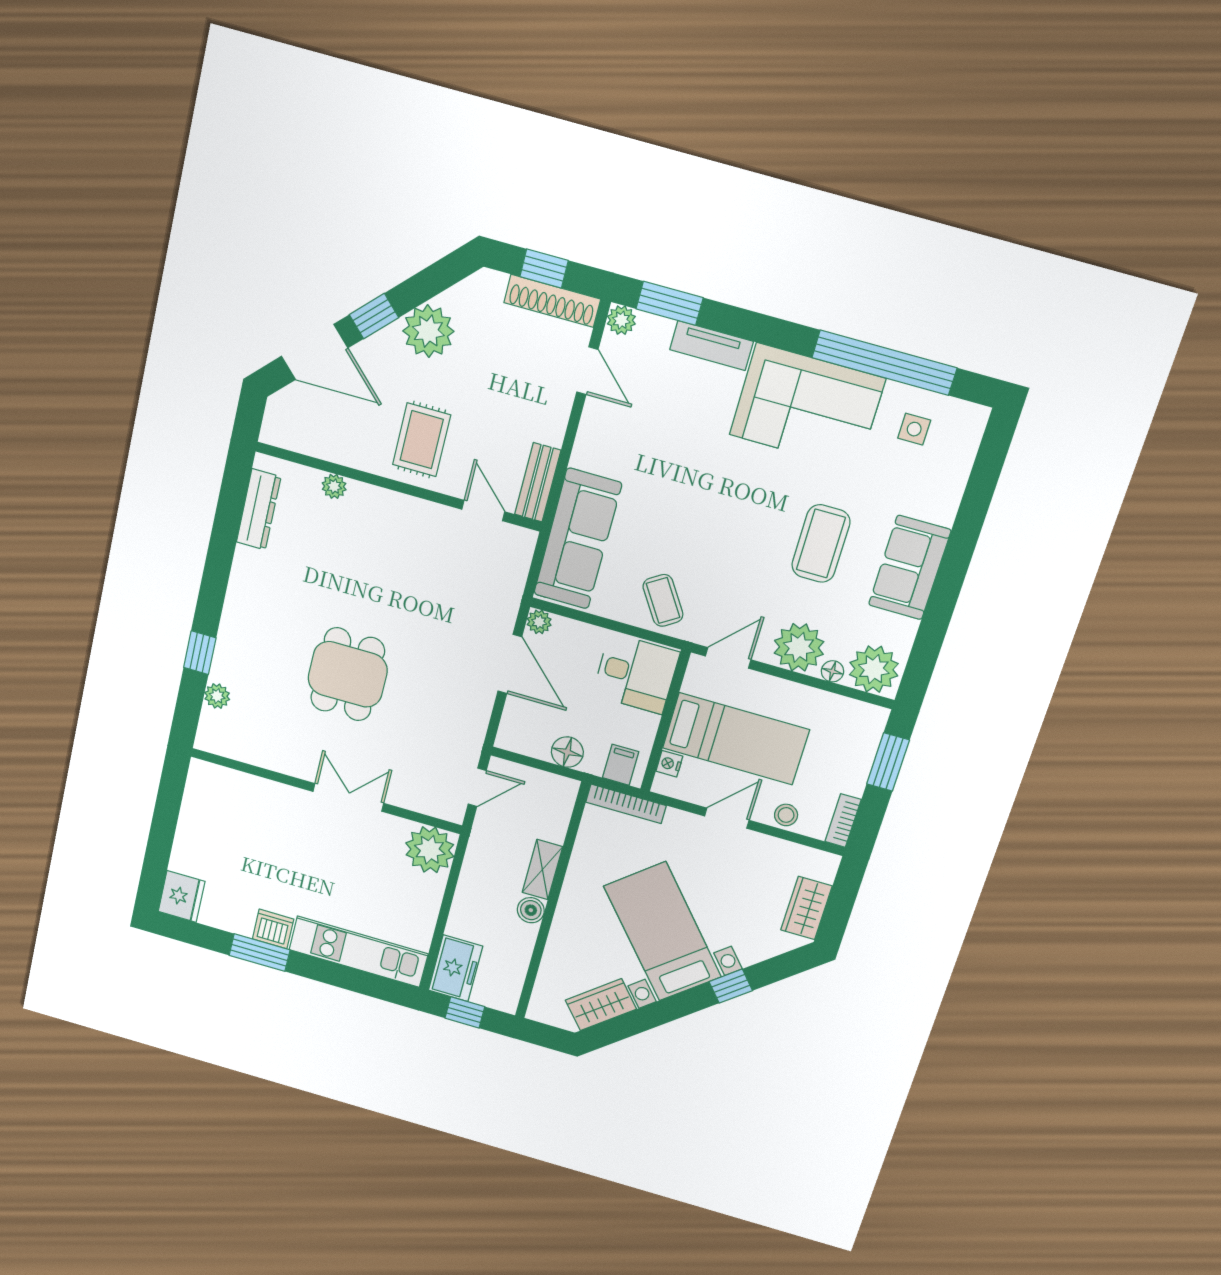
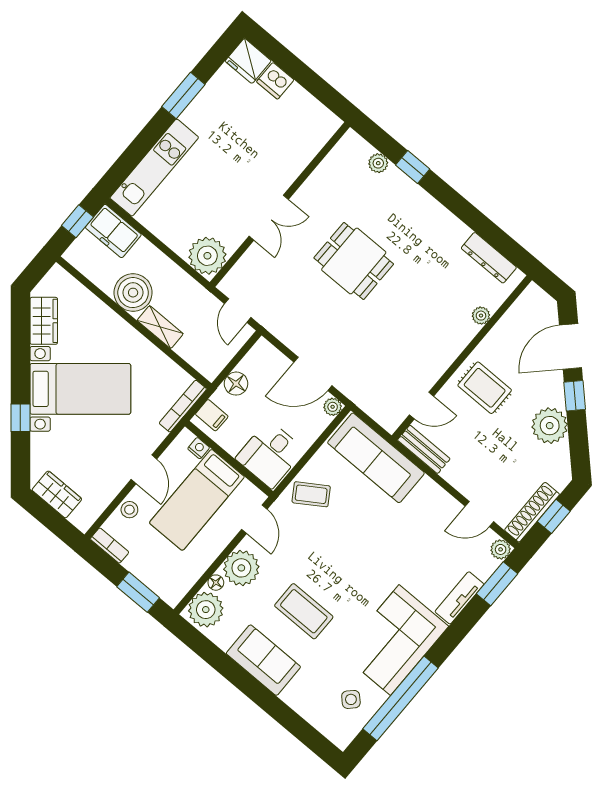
side table: (914, 429) -> (351, 699), turned 45
boiler: (531, 910) -> (133, 293), width x1.86, depth x1.86
dishwasher: (273, 929) -> (275, 81), moved, turned 90

